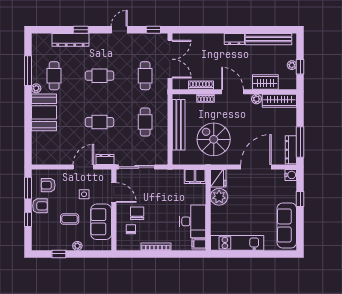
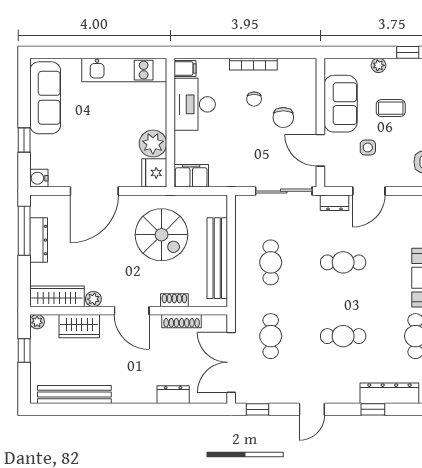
dresser: (234, 39) -> (173, 395), moved
plant: (292, 65) -> (37, 322), moved
dresser: (291, 150) -> (39, 240), moved
chair: (131, 229) -> (254, 99), moved

